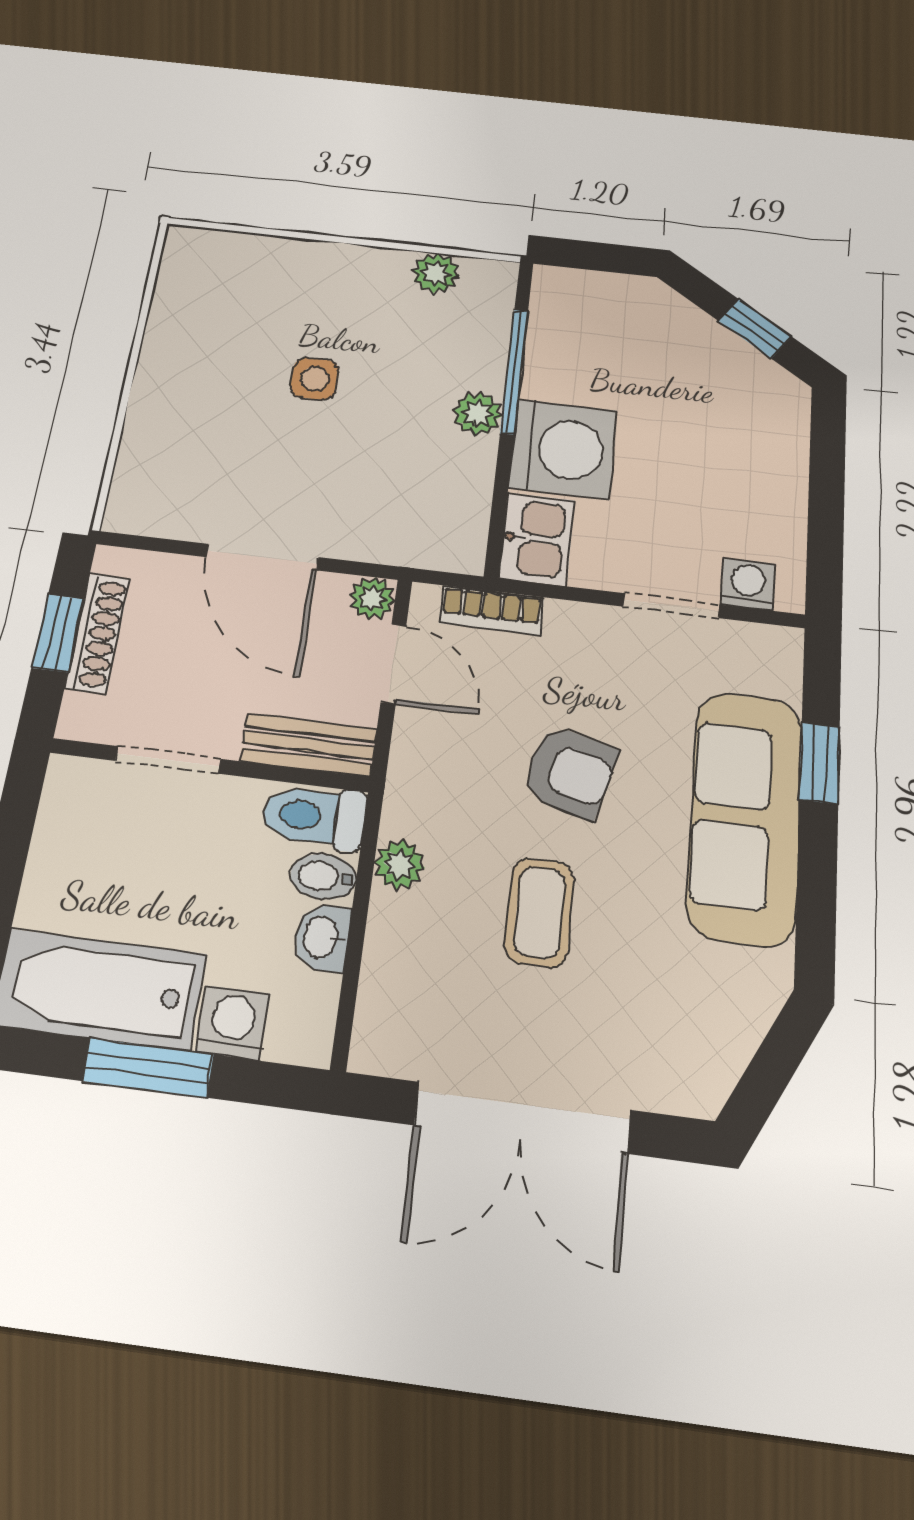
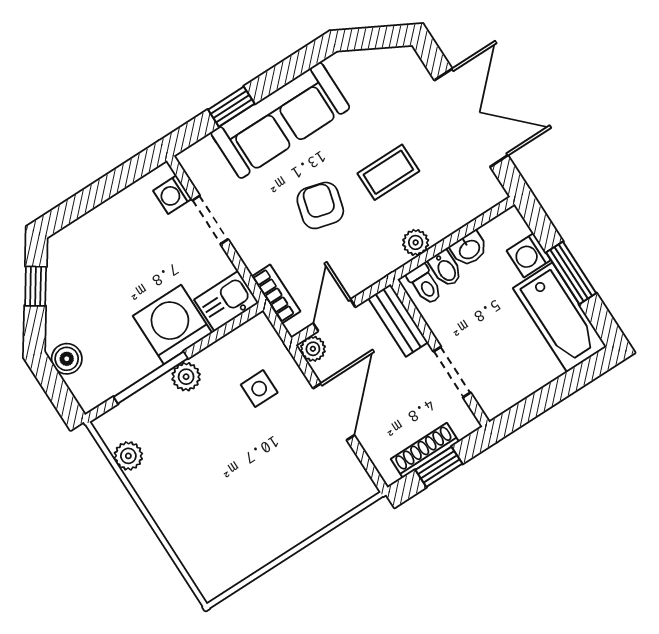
boiler: (626, 295) -> (67, 359), added
side table: (315, 379) -> (259, 389), moved
toilet: (314, 816) -> (425, 284), width x0.73, depth x0.72

